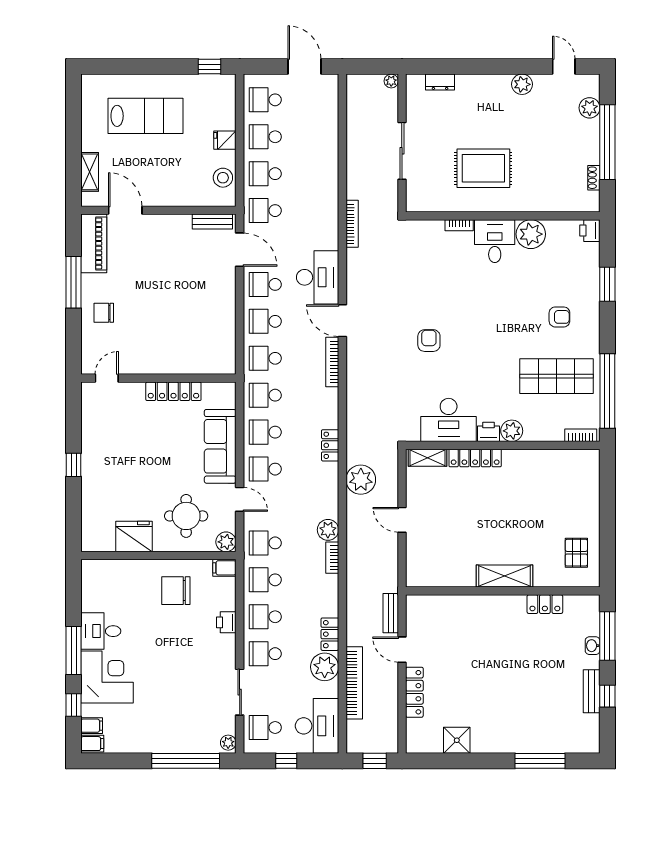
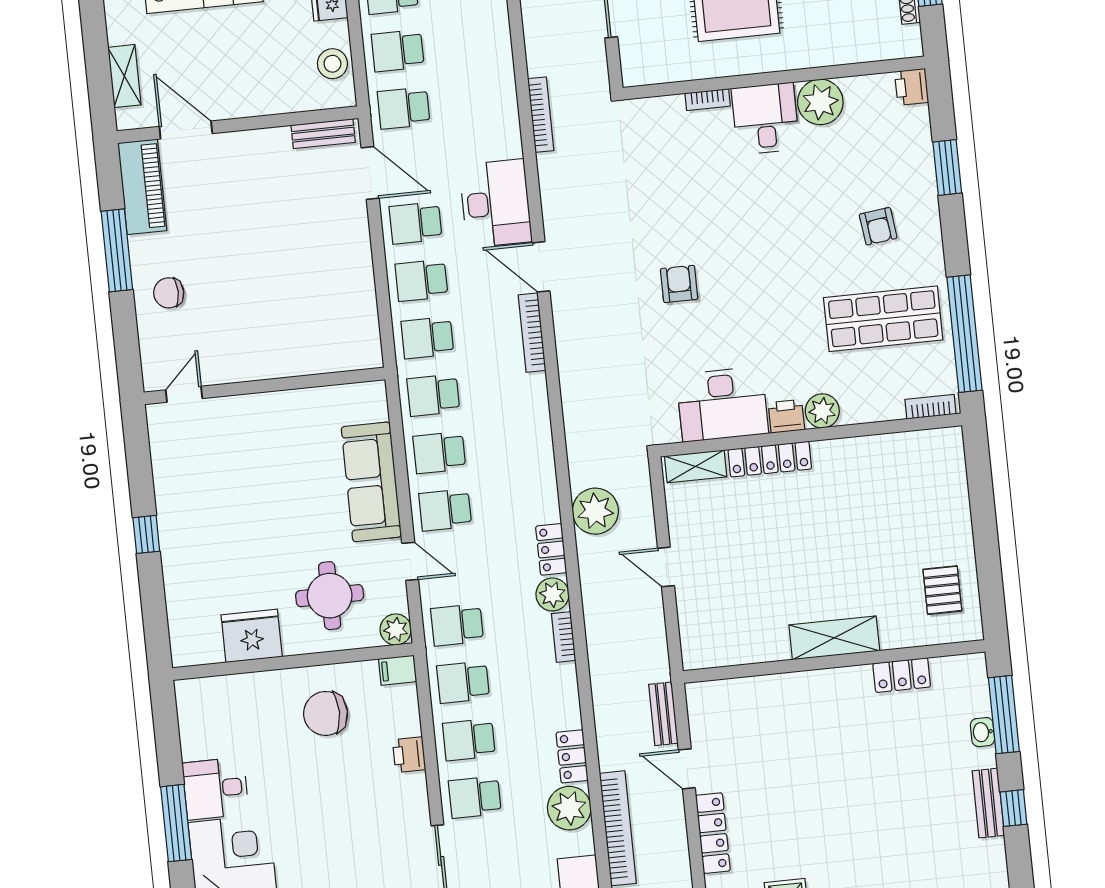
armchair: (559, 317) -> (878, 226), turned 83
locker: (173, 391) -> (290, 404), removed
locker: (330, 445) -> (551, 549), moved

